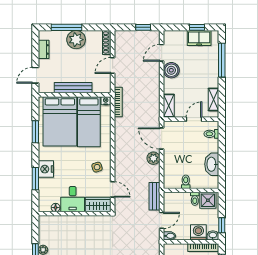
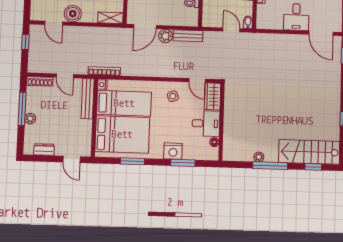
window: (66, 27) -> (22, 109), moved
plant: (76, 40) -> (30, 119), width x0.53, depth x0.53
bench: (73, 88) -> (88, 99), moved
door: (113, 189) -> (197, 80), swing flipped
bench: (155, 196) -> (188, 36), moved

